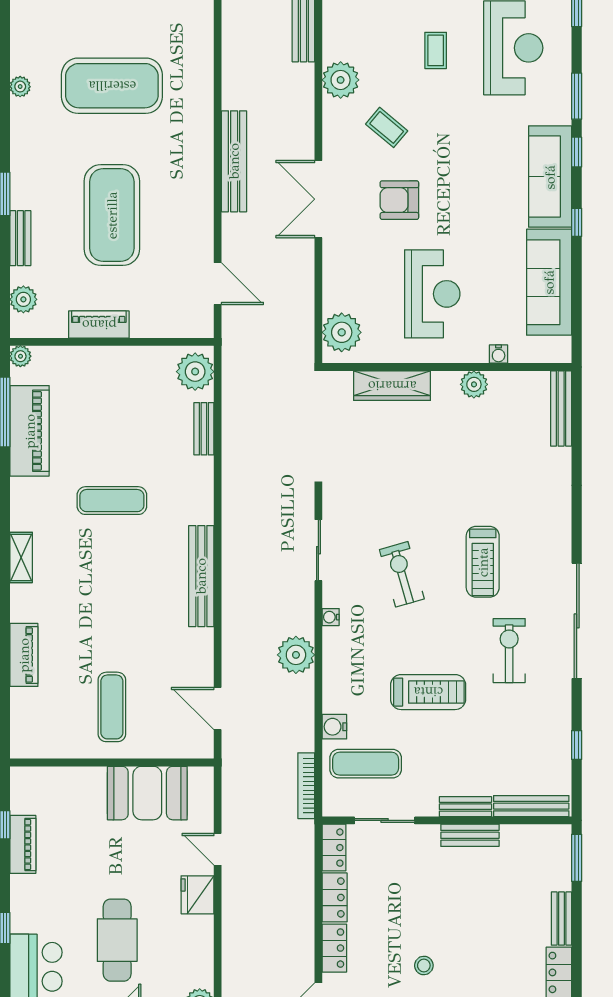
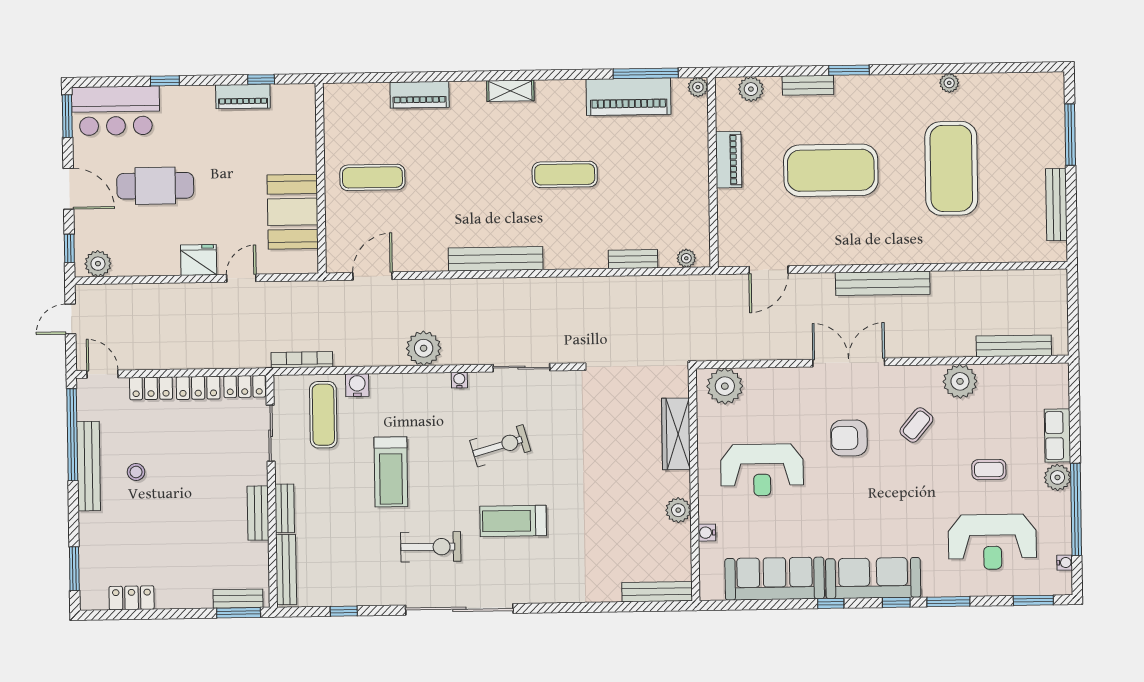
armchair: (399, 200) -> (849, 438), turned -90
plant: (195, 372) -> (686, 258), width x0.53, depth x0.53
exercise mat: (112, 501) -> (565, 174), turned 90
bench: (561, 919) -> (238, 599), moved

